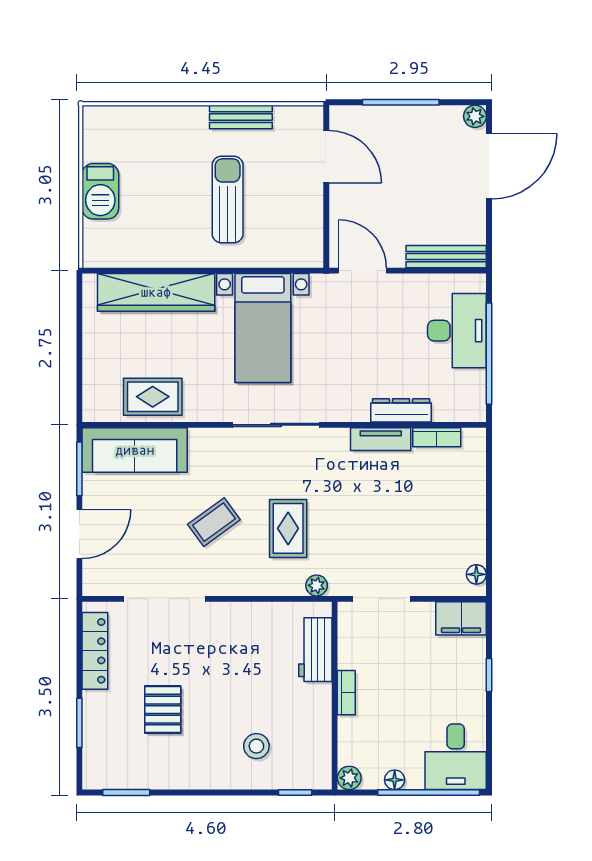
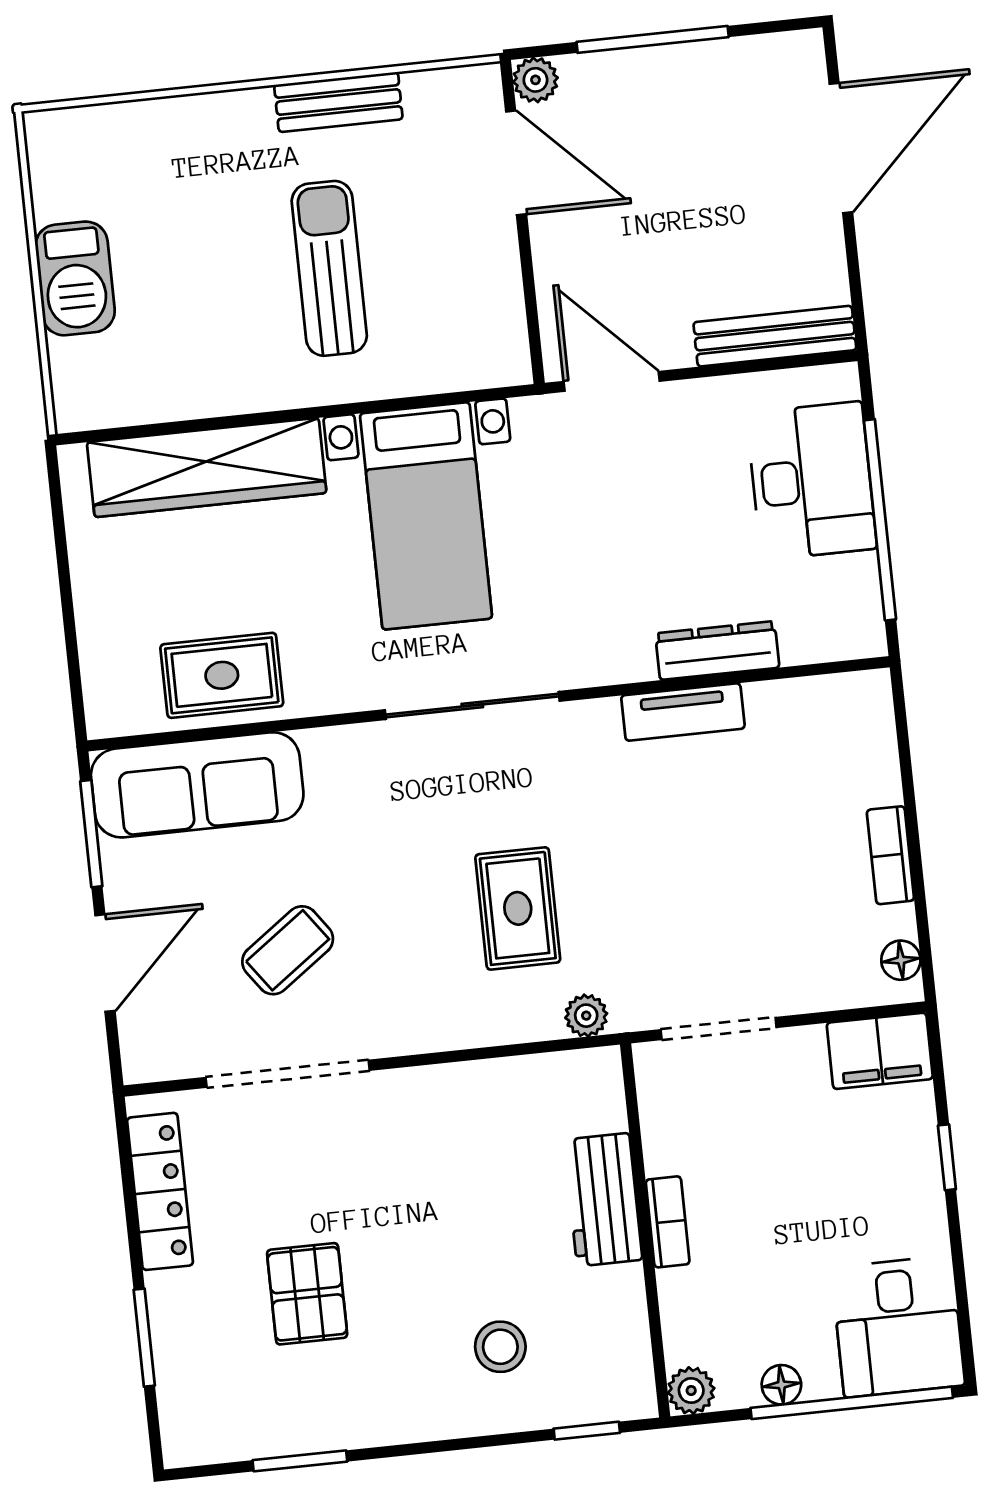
plant: (475, 116) -> (535, 80), moved
bookcase: (437, 437) -> (890, 855), moved, turned 90
coffee table: (214, 522) -> (288, 950), moved
workbench: (315, 650) -> (603, 1200), moved
window: (126, 792) -> (300, 1461), moved

